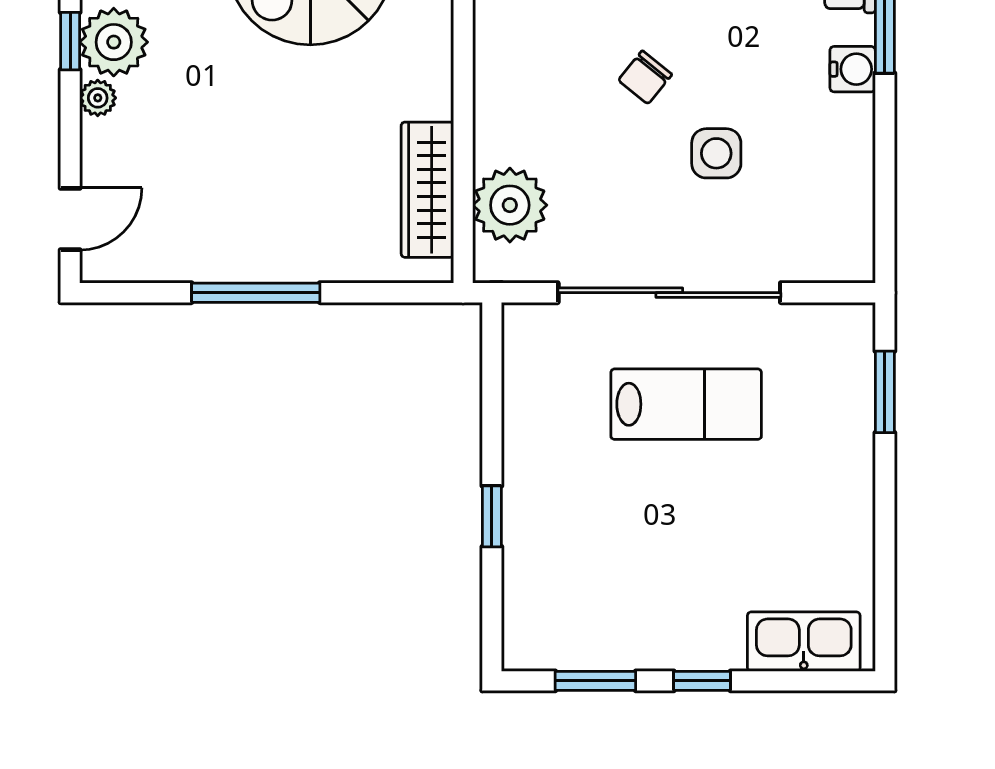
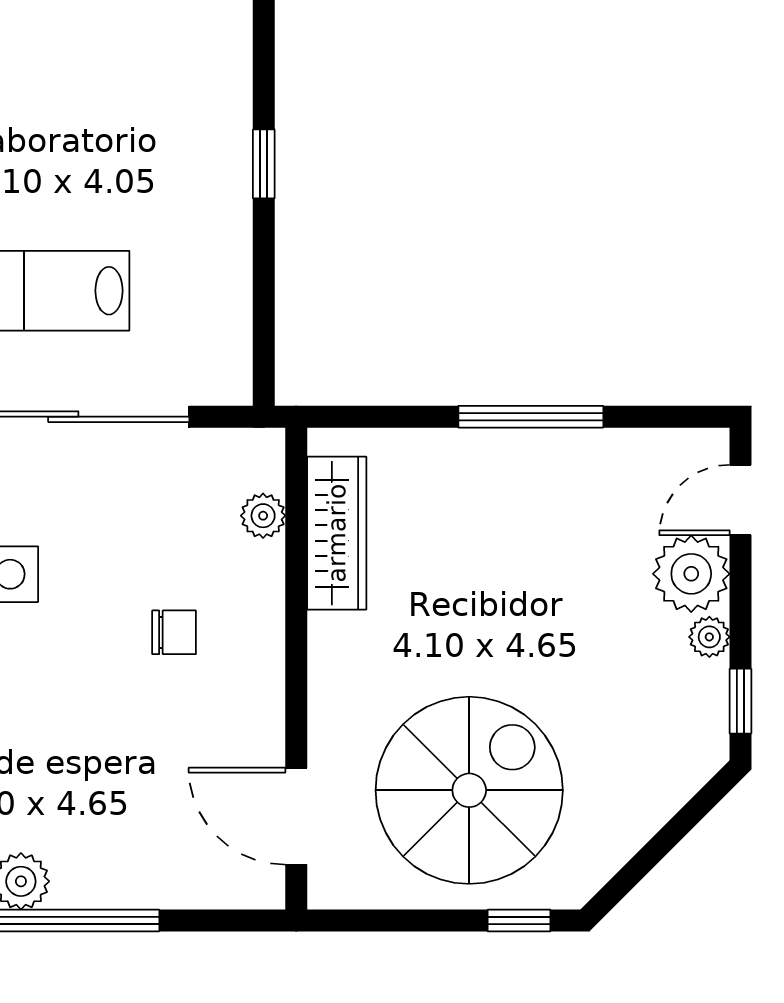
plant: (114, 42) -> (691, 574), moved
chair: (645, 77) -> (174, 632), moved, turned 51
plant: (510, 205) -> (263, 516), width x0.53, depth x0.53

